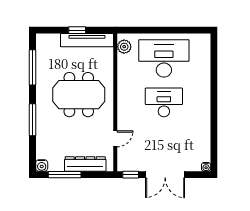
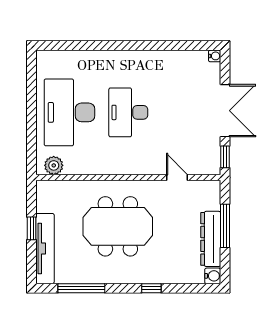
tv unit: (87, 40) -> (45, 249), moved
meeting table: (79, 95) -> (118, 226), turned 90
window: (33, 120) -> (151, 288), width x0.46
dresser: (85, 164) -> (211, 239), moved
window: (65, 175) -> (225, 226), moved

